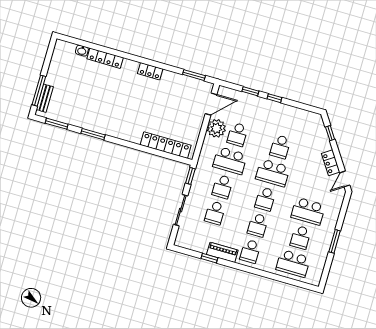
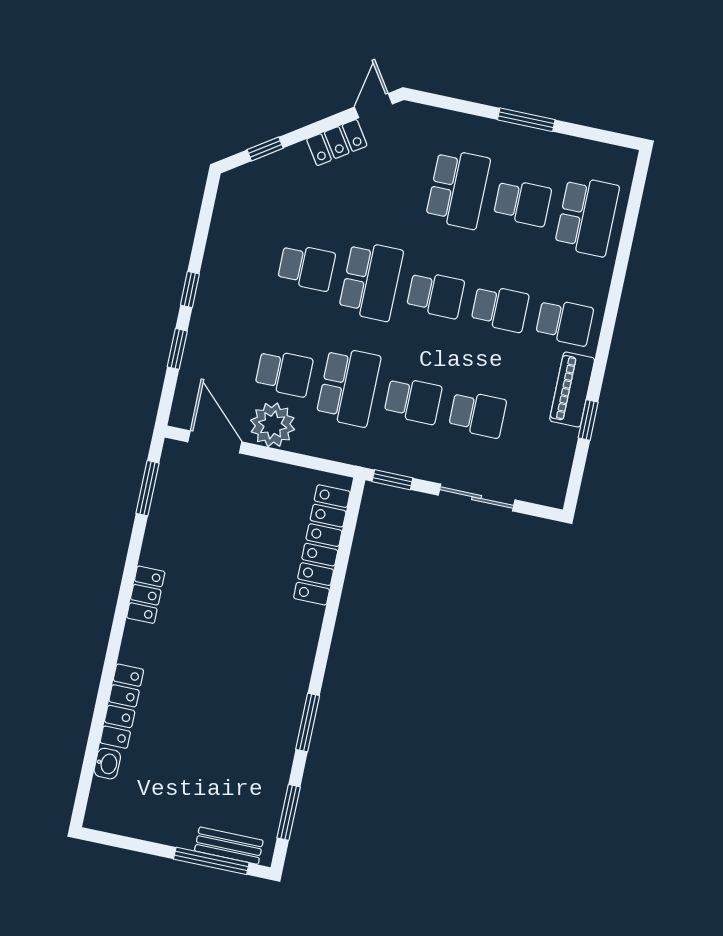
door: (345, 179) -> (373, 106), swing flipped

